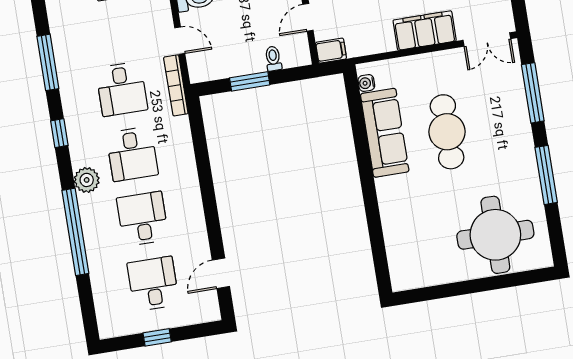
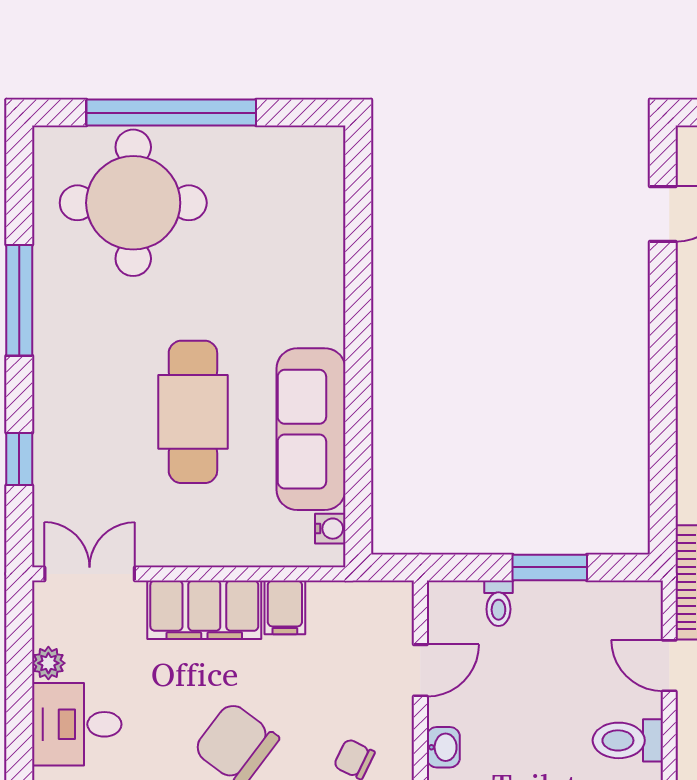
filing cabinet: (331, 51) -> (285, 607), moved, turned -90
window: (533, 93) -> (19, 459), width x0.46
window: (483, 285) -> (171, 113), added

